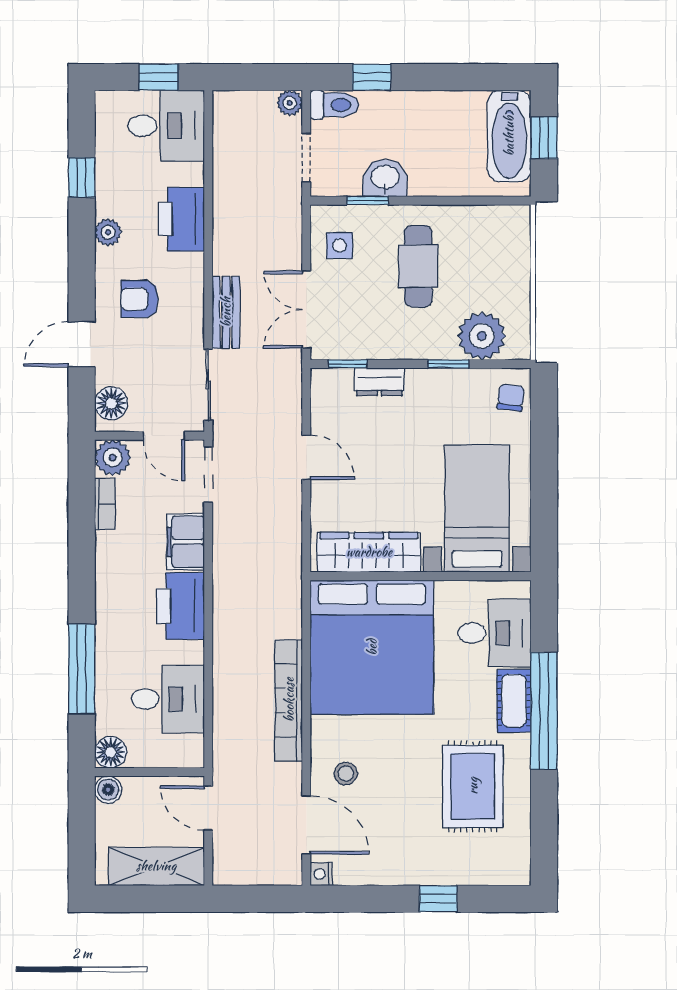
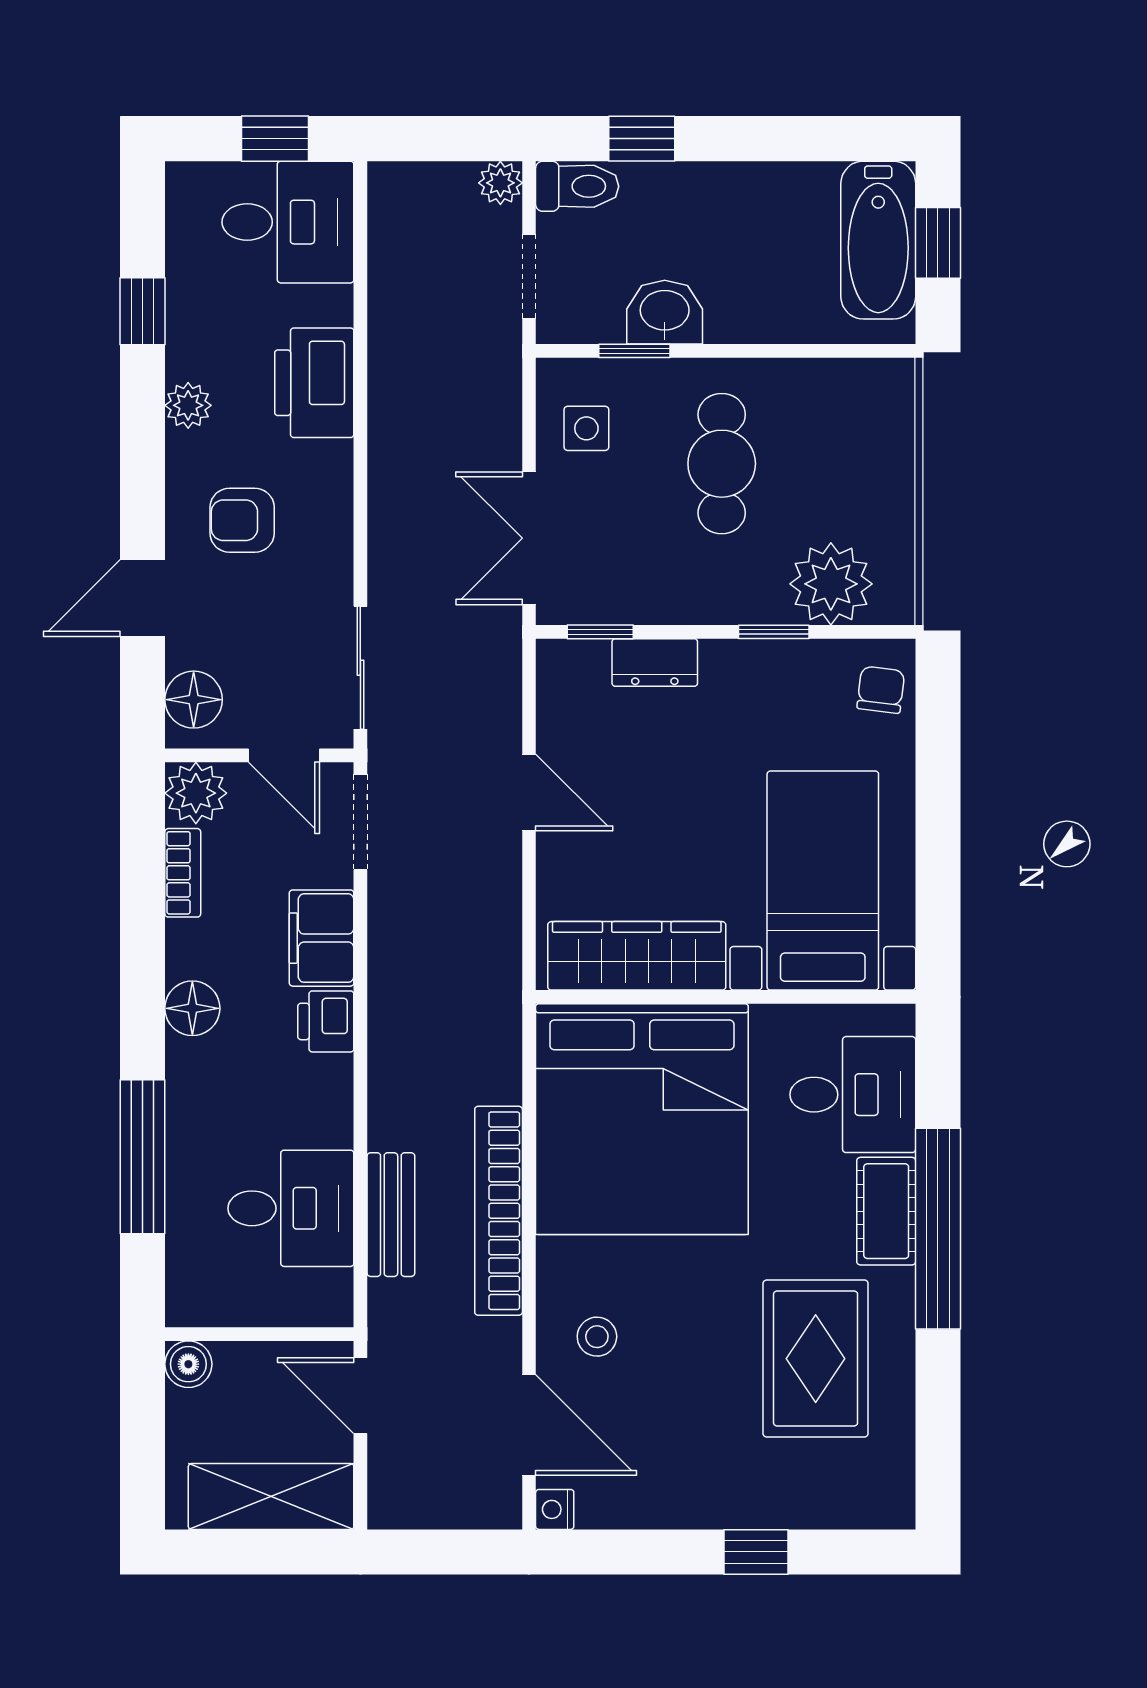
bench: (226, 312) -> (391, 1215), moved
printer: (180, 606) -> (326, 1021), width x0.53, depth x0.68
floor lamp: (111, 752) -> (192, 1008), moved

